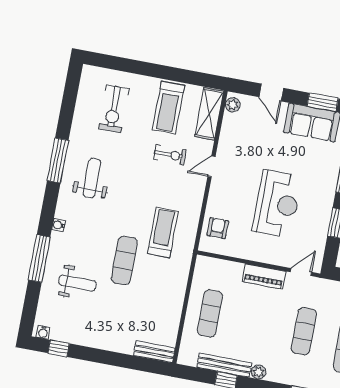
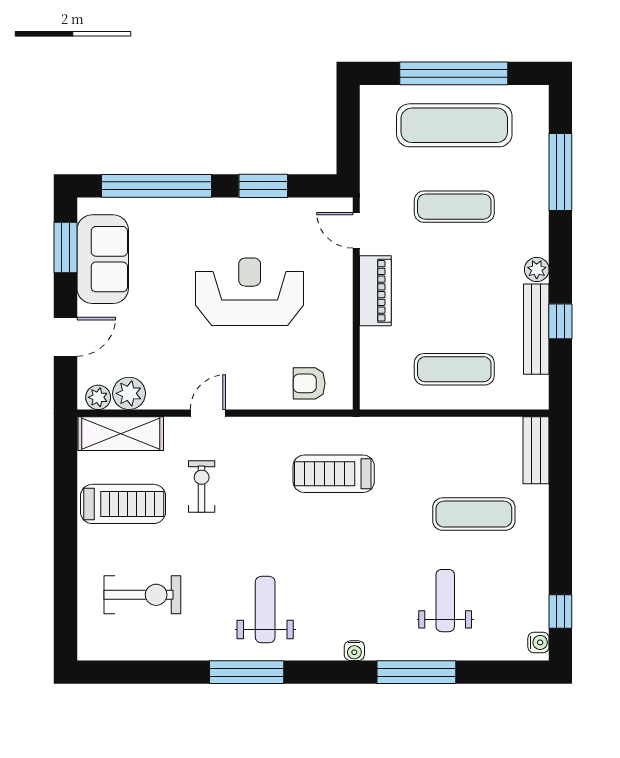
plant: (232, 123) -> (129, 393), added
door: (212, 166) -> (208, 413), swing flipped
weight bench: (92, 178) -> (265, 610), turned 90
exercise mat: (124, 260) -> (474, 514), moved

